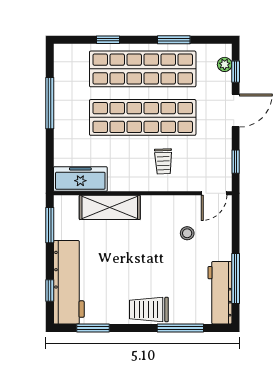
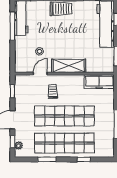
door: (214, 193) -> (40, 74), moved
shelving: (110, 207) -> (69, 66), moved

